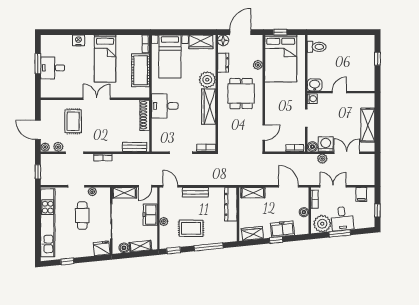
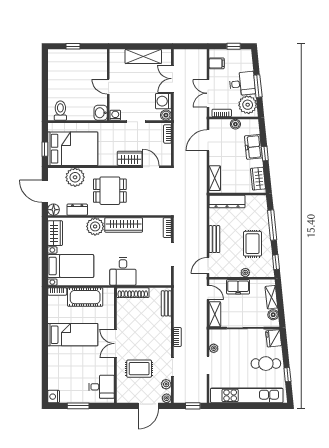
nightstand: (78, 40) -> (54, 397), moved
plant: (258, 65) -> (75, 177), width x1.87, depth x1.87
desk: (53, 68) -> (102, 387), moved, turned -90
wardrobe: (272, 112) -> (130, 158), added
plant: (322, 159) -> (179, 105), removed
cafe table: (82, 215) -> (266, 364), moved

